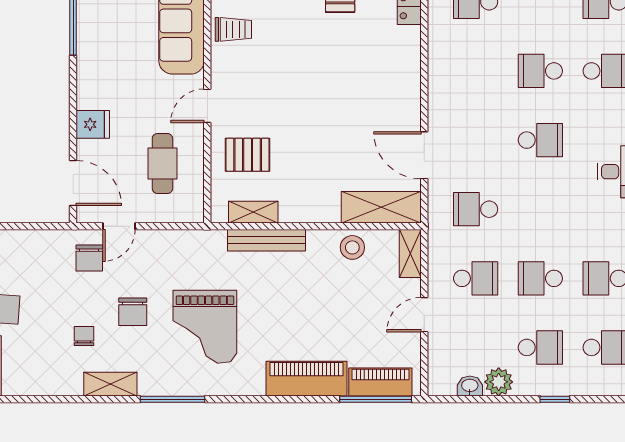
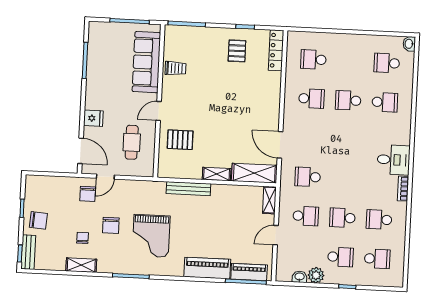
school desk: (540, 140) -> (311, 99), moved
shelving: (253, 212) -> (217, 174), moved
stool: (352, 247) -> (237, 195), removed
shelving: (110, 384) -> (81, 265), moved

